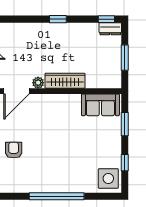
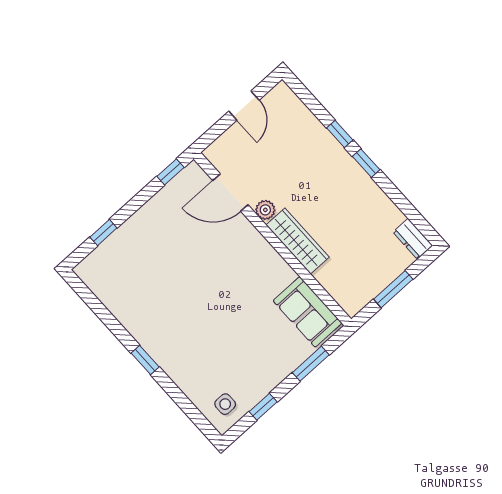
window: (106, 19) -> (340, 134), moved
armchair: (14, 150) -> (154, 255), removed
side table: (108, 178) -> (225, 404), width x0.54, depth x0.54
window: (57, 196) -> (145, 360), width x0.32

